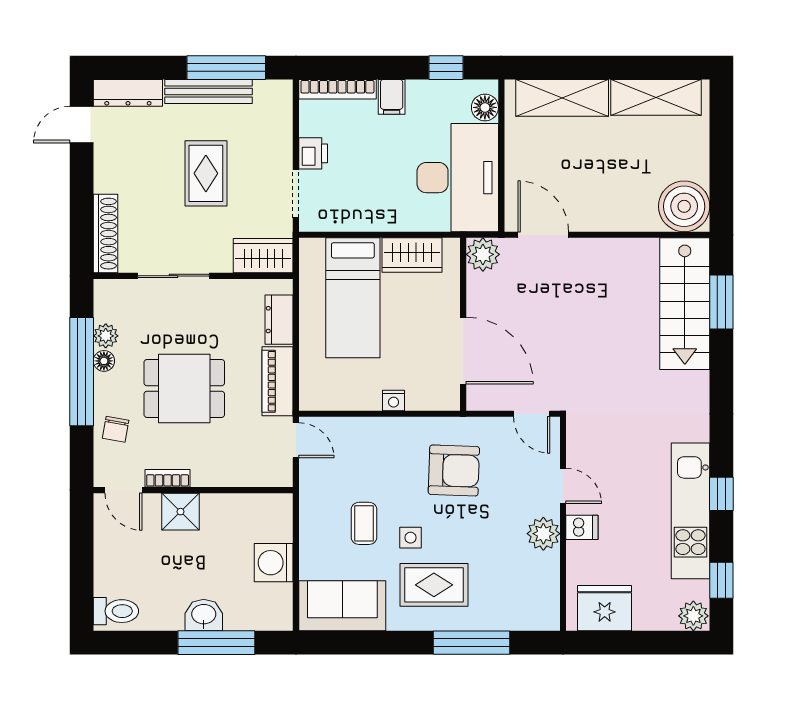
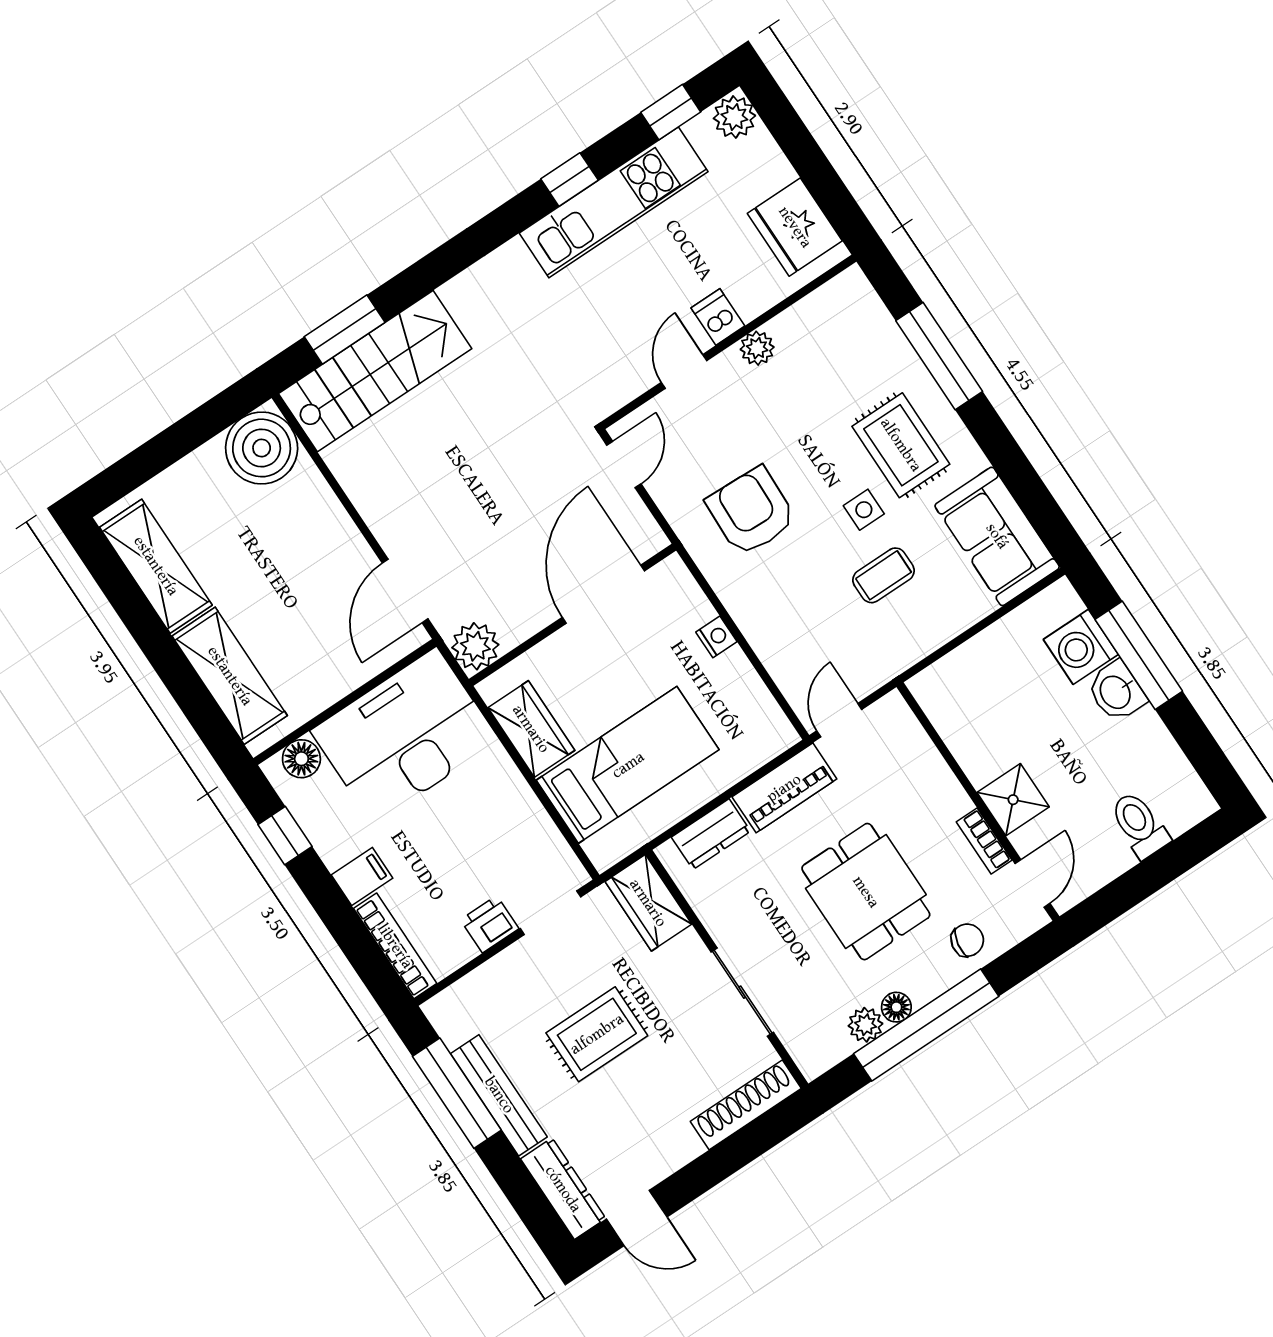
plant: (543, 534) -> (757, 348), width x0.73, depth x0.73
washing machine: (274, 563) -> (1081, 647), moved, turned 90
toilet: (116, 611) -> (1139, 825), moved

